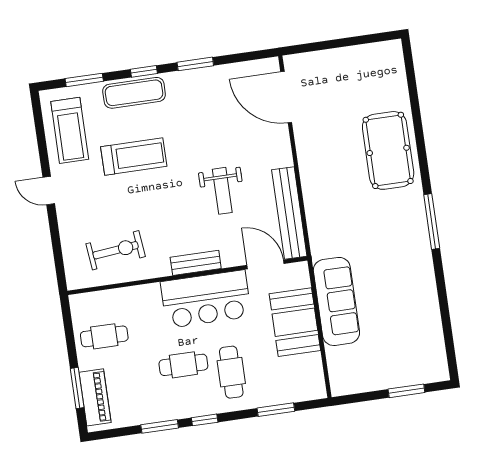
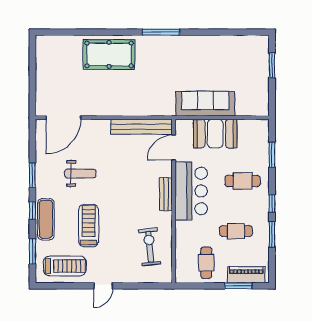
weight bench: (222, 191) -> (80, 174), moved
cafe table: (183, 365) -> (236, 231), moved, turned 90

